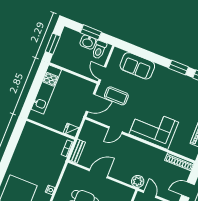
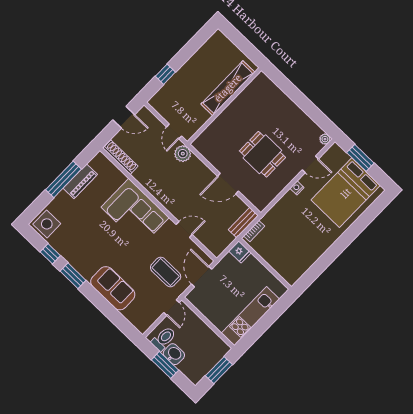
sofa: (137, 66) -> (113, 288), moved
door: (91, 103) -> (202, 277), hinge flipped

